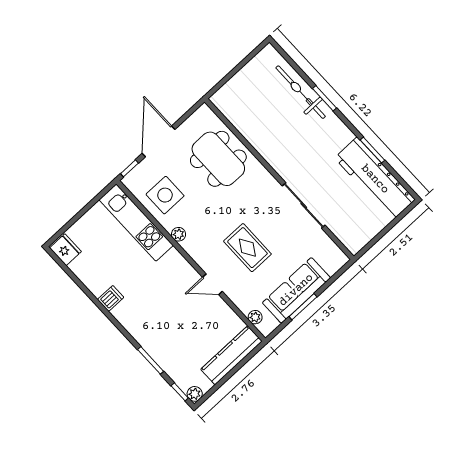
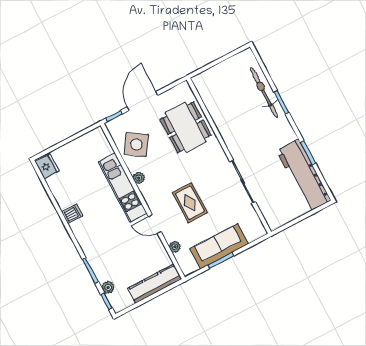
side table: (165, 195) -> (136, 144), turned 33
kitchen unit: (136, 222) -> (123, 188), moved
plant: (255, 317) -> (175, 247), moved
plant: (195, 394) -> (108, 287), moved

